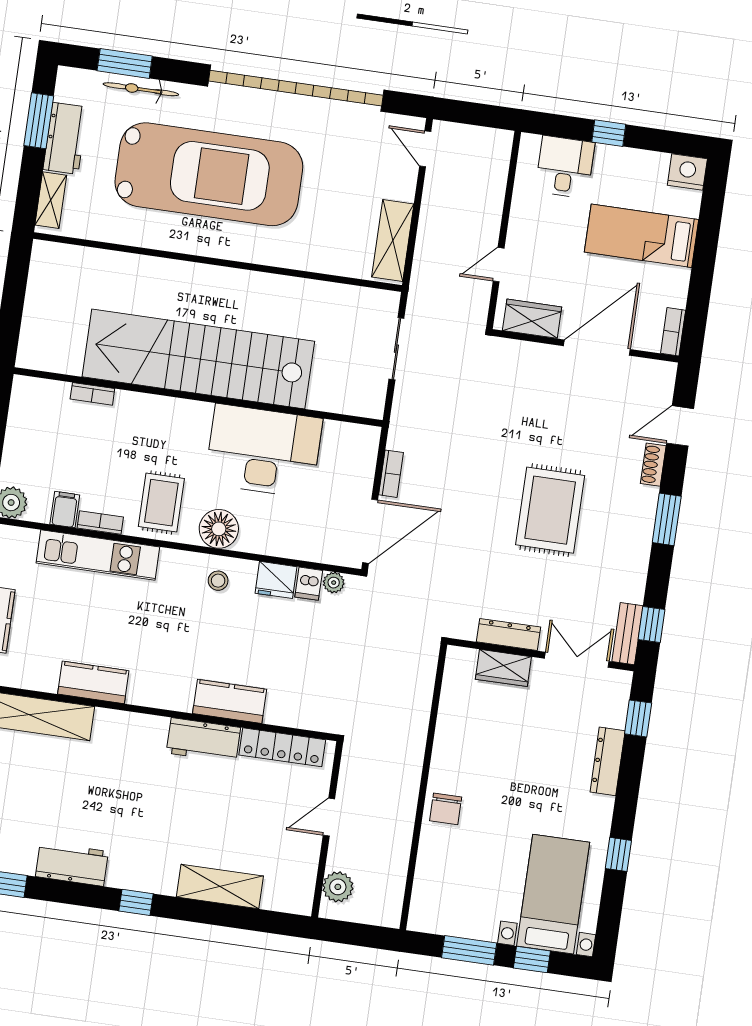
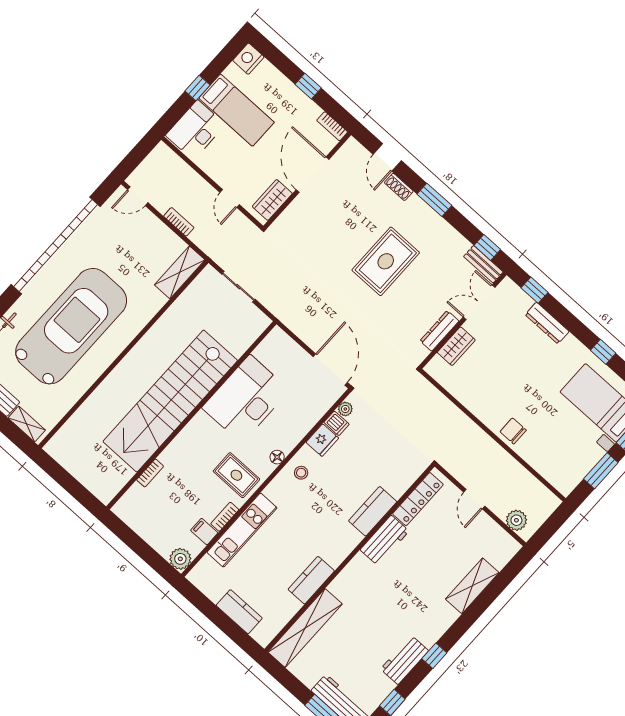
desk: (565, 167) -> (196, 130), width x1.37
bed: (642, 236) -> (237, 110), moved, turned -90
shelving: (393, 240) -> (180, 272), moved, turned 90
window: (703, 269) -> (308, 86), added
bookcase: (391, 474) -> (179, 222), moved
rug: (550, 510) -> (386, 261), turned 90
floor lamp: (219, 529) -> (277, 457), width x0.53, depth x0.53
chair: (446, 809) -> (513, 431), turned 180
window: (136, 902) -> (434, 656), moved

